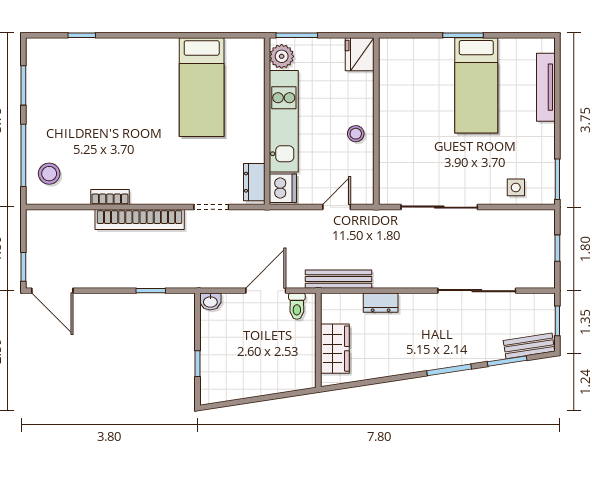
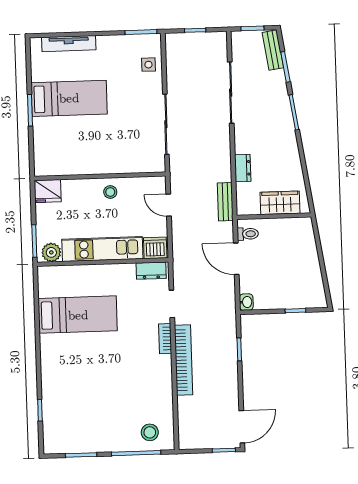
bookcase: (110, 197) -> (165, 339), moved
bench: (339, 279) -> (225, 202), width x0.73

